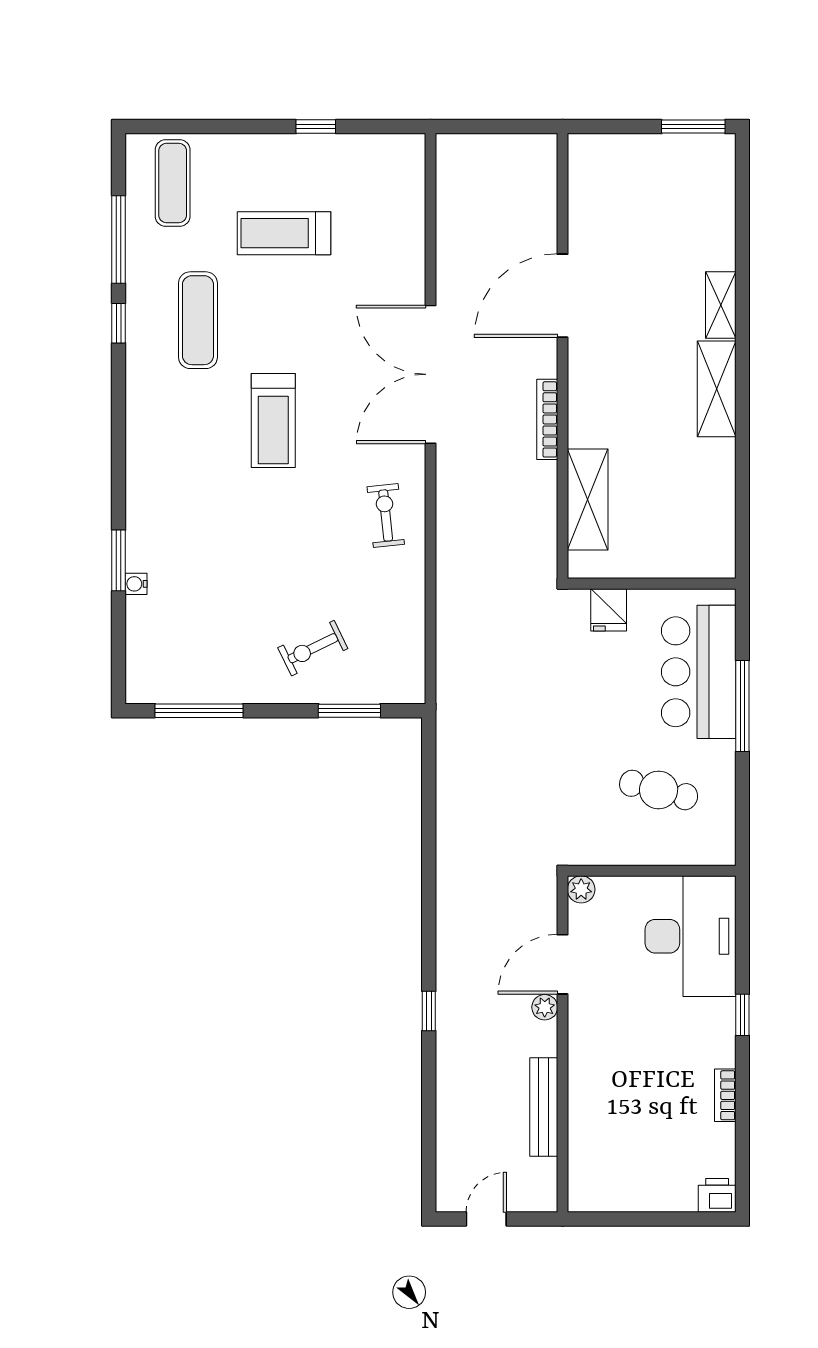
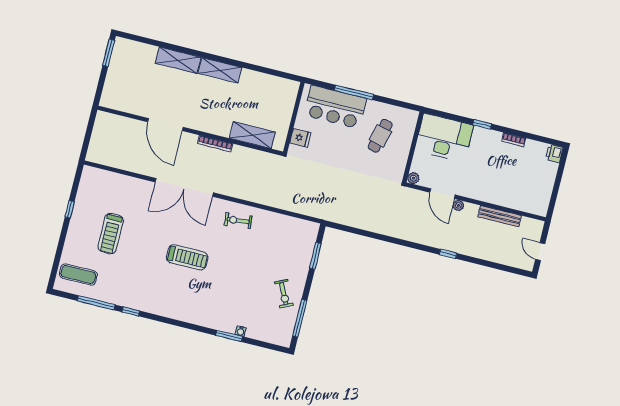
shelving: (721, 305) -> (178, 60), width x1.50, depth x1.33
exercise mat: (198, 320) -> (138, 278), removed
exercise bike: (313, 648) -> (284, 294), moved

